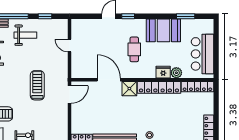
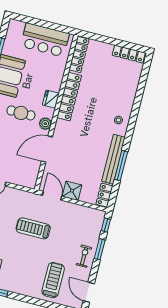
fridge: (163, 72) -> (51, 99), moved
plant: (176, 73) -> (45, 124), moved
shower: (129, 89) -> (72, 191), moved

